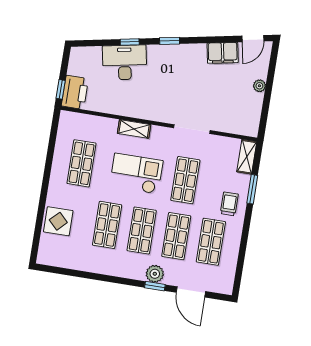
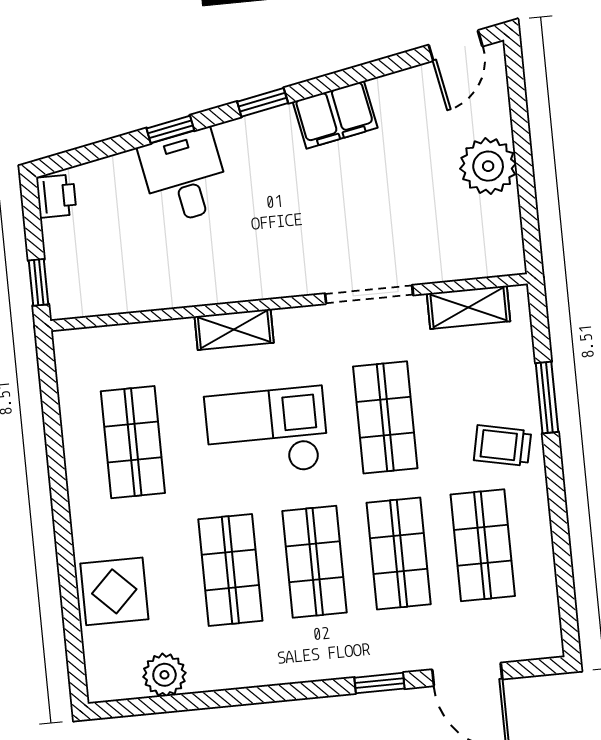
filing cabinet: (223, 53) -> (335, 115), moved
desk: (125, 62) -> (185, 176), width x0.73
plant: (259, 86) -> (488, 166), width x1.88, depth x1.88
printer: (75, 92) -> (56, 196), moved, width x0.53, depth x0.68
shelving: (247, 157) -> (469, 307), moved, turned 90
trolley: (229, 204) -> (502, 446), turned -78
plant: (155, 274) -> (164, 675), moved

